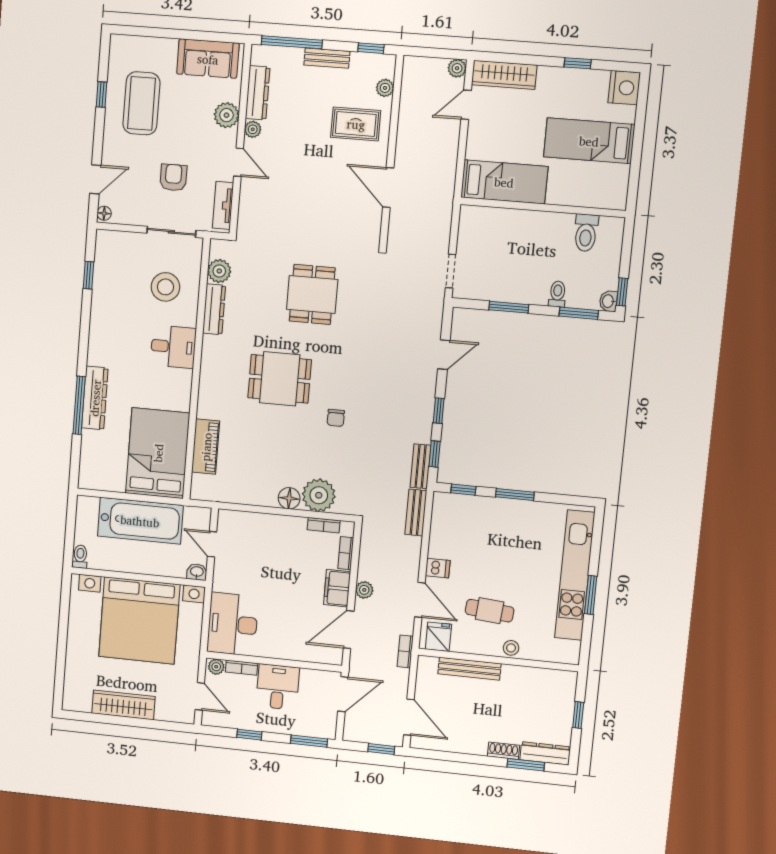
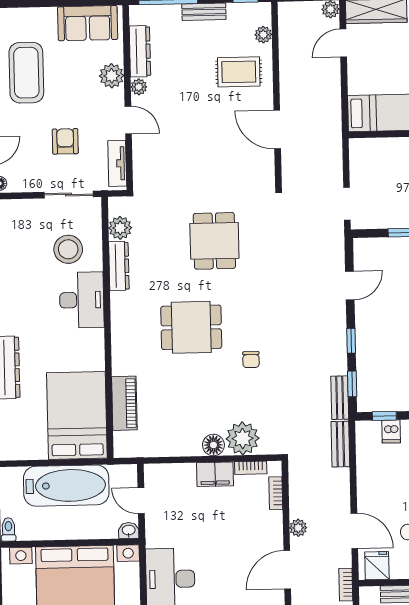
desk: (173, 347) -> (82, 300), width x1.37
dishwasher: (438, 568) -> (391, 431), moved, turned 90
filing cabinet: (337, 588) -> (215, 474), moved, turned -90

